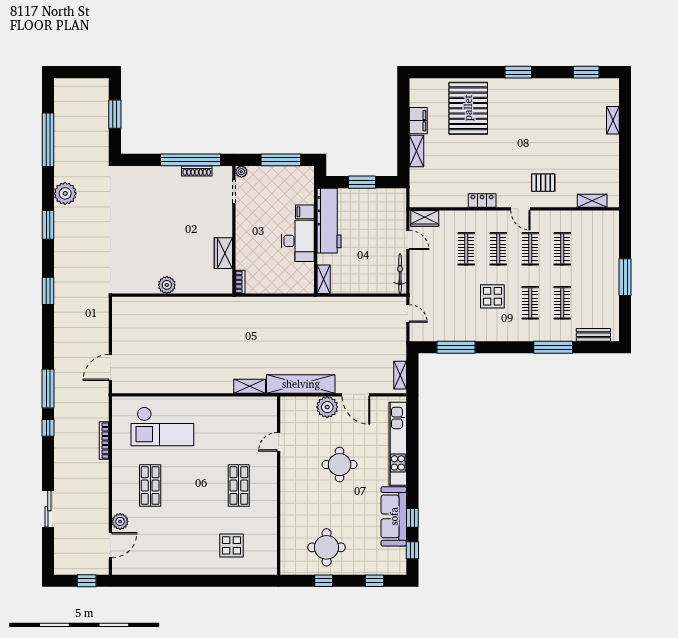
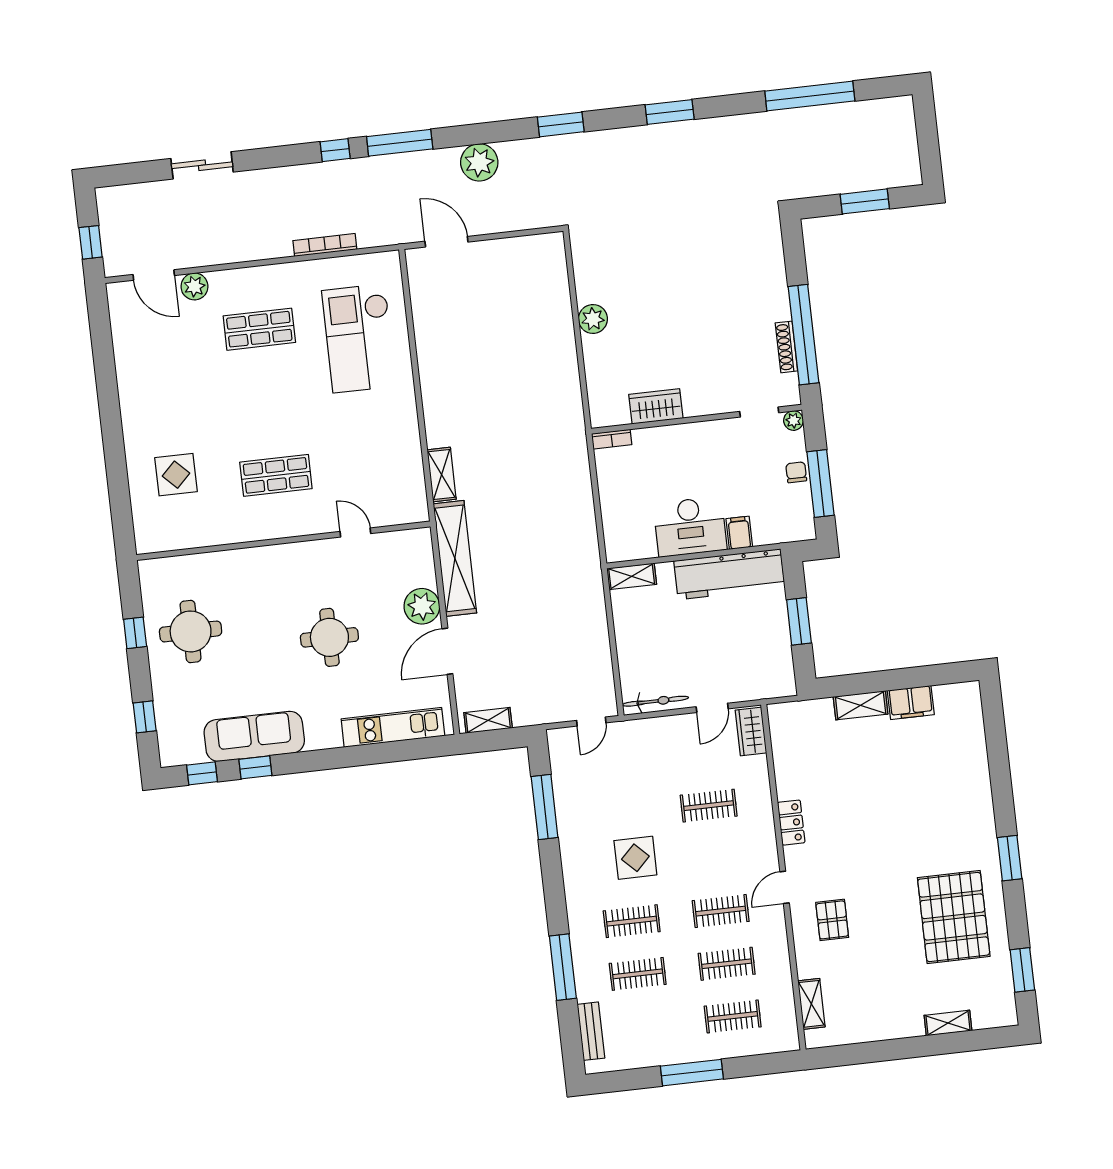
pallet: (468, 108) -> (954, 917), moved, turned 90
chair: (273, 174) -> (796, 472), added
plant: (65, 193) -> (479, 162), moved
clothes rail: (498, 249) -> (733, 1016), moved
kitchen unit: (398, 444) -> (393, 727), width x0.73

